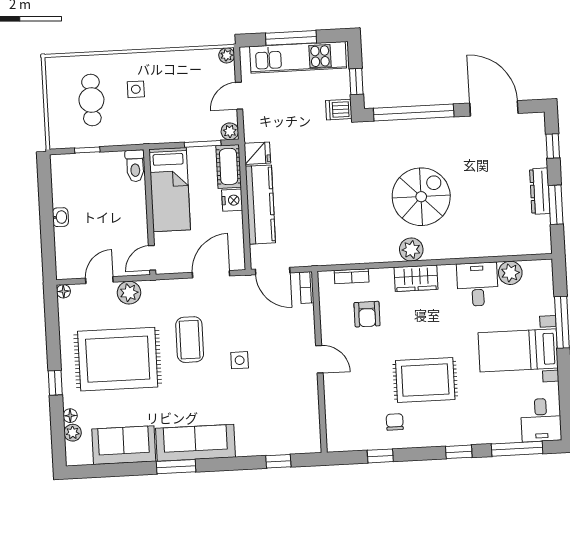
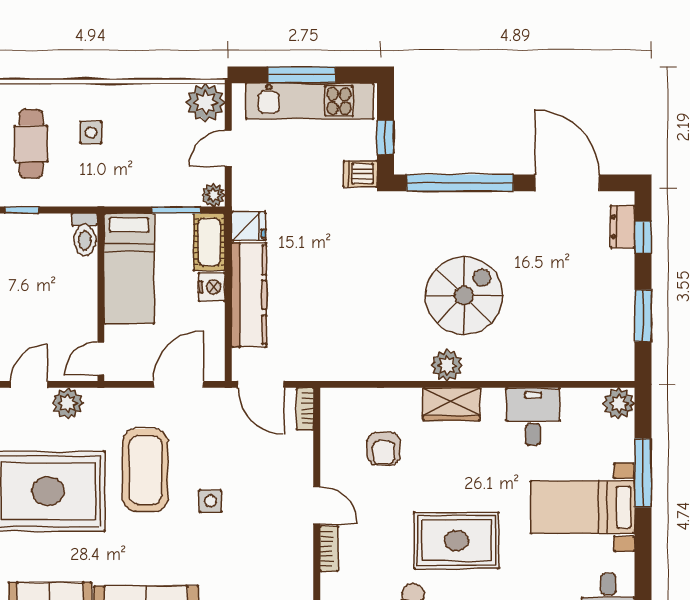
plant: (227, 55) -> (205, 103), width x1.88, depth x1.88
dresser: (540, 191) -> (623, 227), moved, width x0.70
plant: (510, 273) -> (619, 403), moved
bookcase: (352, 276) -> (329, 549), moved, turned -90
coffee table: (190, 340) -> (145, 470), width x1.36, depth x1.32

